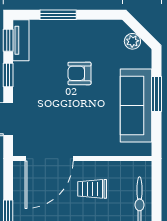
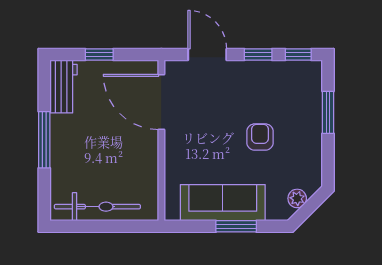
tv unit: (21, 40) -> (298, 69), removed
trolley: (92, 189) -> (126, 152), removed

